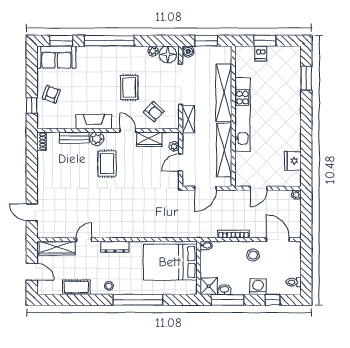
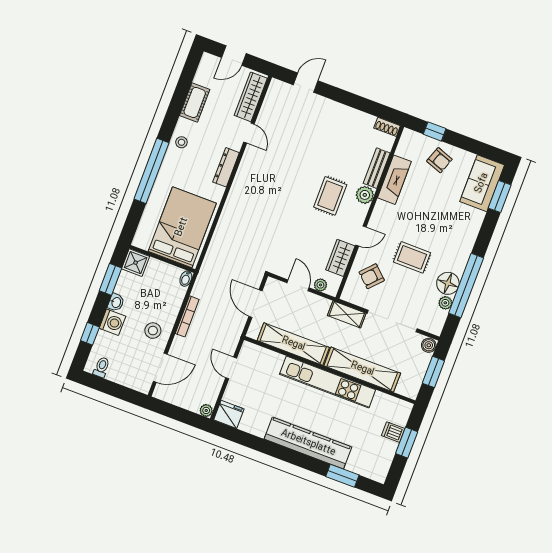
window: (109, 41) -> (466, 286), moved
floor lamp: (168, 54) -> (448, 283), moved
kitchen counter: (292, 112) -> (308, 443), added
fireplace: (94, 122) -> (394, 180), moved
fridge: (293, 161) -> (229, 414), moved
rug: (107, 164) -> (330, 196), turned 90
washbasin: (224, 290) -> (116, 302), moved
window: (227, 300) -> (110, 279), width x0.69

